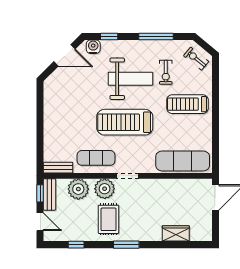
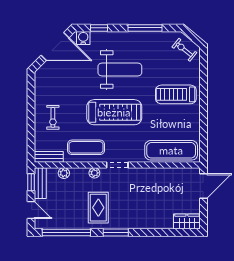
door: (65, 55) -> (55, 46), width x1.36
exercise bike: (166, 72) -> (53, 117), moved
treadmill: (125, 122) -> (114, 112), turned 180
plant: (78, 189) -> (64, 173), width x0.53, depth x0.53
plant: (105, 189) -> (94, 173), width x0.53, depth x0.53
wardrobe: (176, 233) -> (187, 221), moved
window: (76, 245) -> (66, 232), width x3.17

